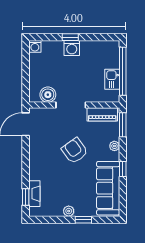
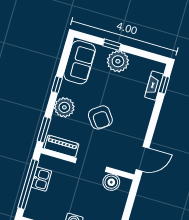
plant: (114, 146) -> (64, 107), width x1.87, depth x1.87
sofa: (108, 188) -> (80, 62), width x0.73
plant: (69, 211) -> (118, 61), width x1.88, depth x1.88

